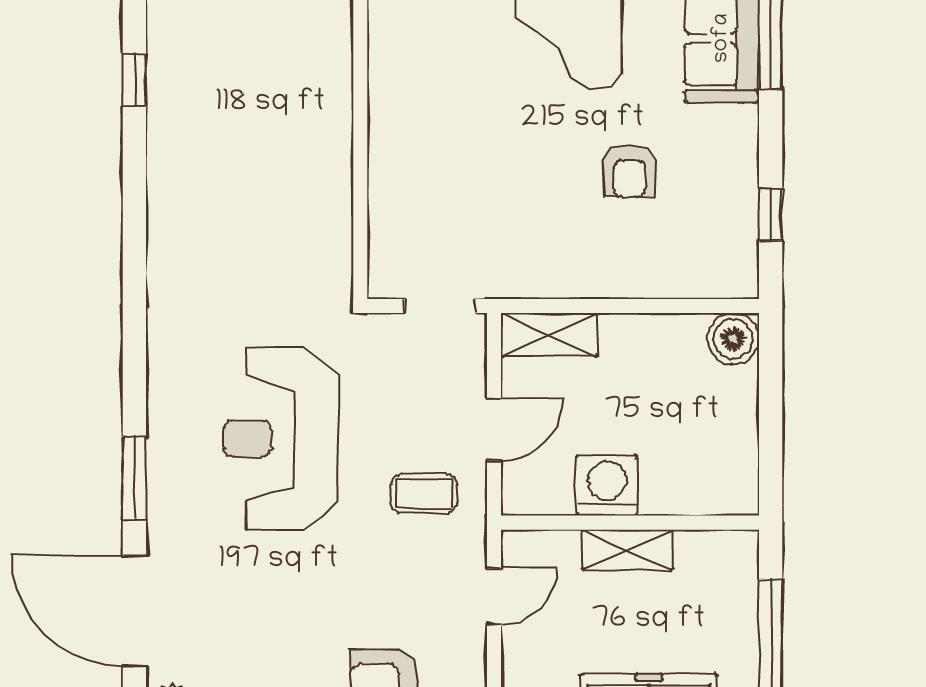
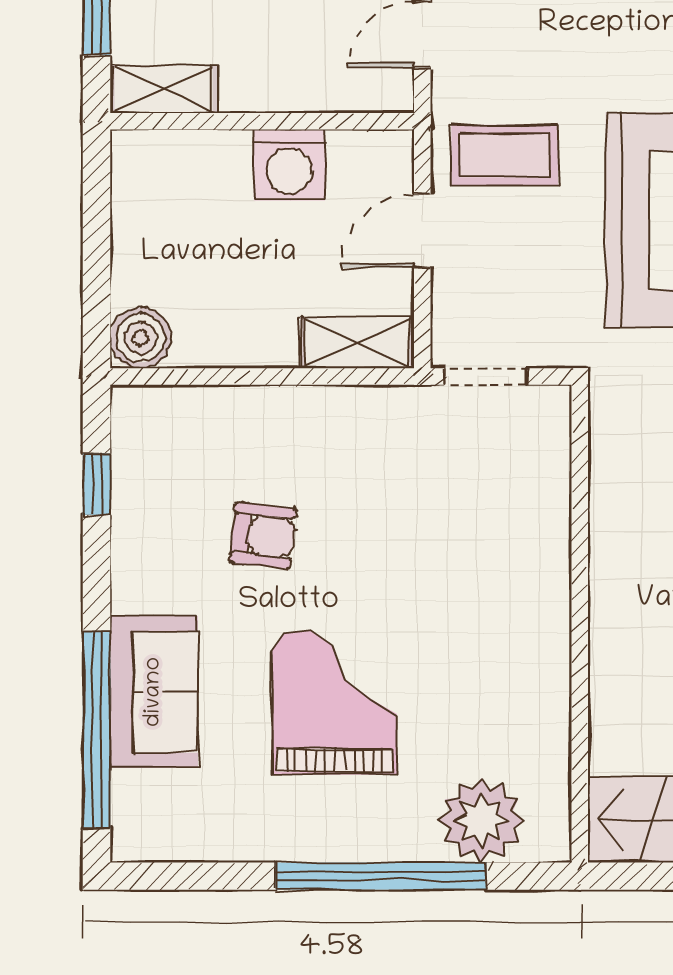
armchair: (629, 171) -> (263, 536), turned 96
coffee table: (424, 494) -> (505, 155), width x1.36, depth x1.30
shelving: (627, 550) -> (163, 89), moved

